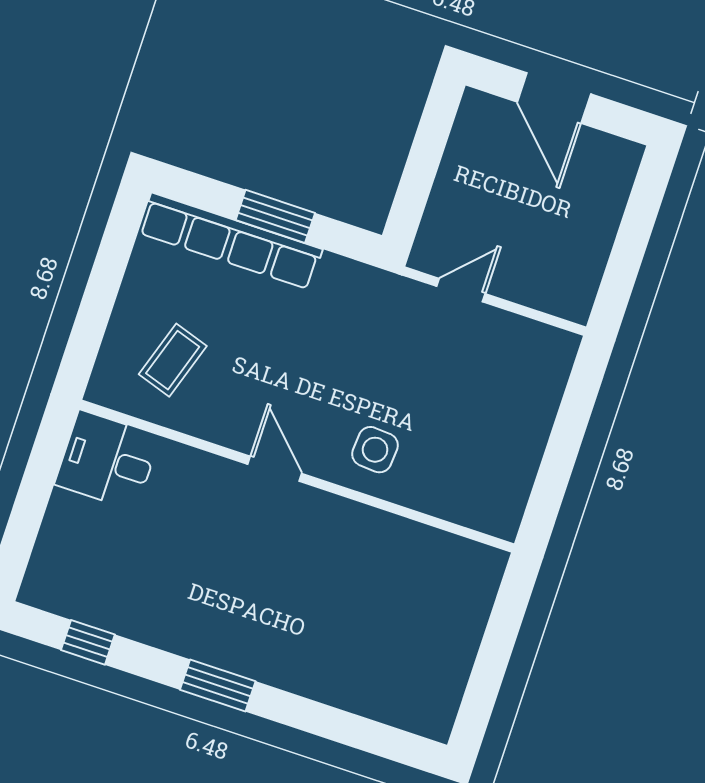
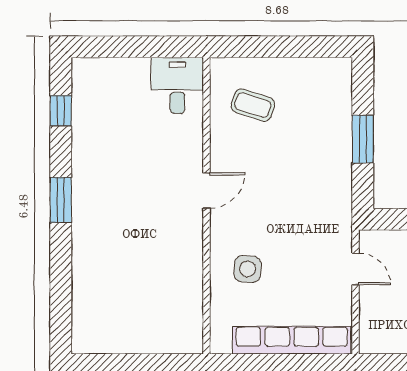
row of seats: (230, 241) -> (292, 340), moved, turned 90
side table: (375, 450) -> (247, 269), moved

